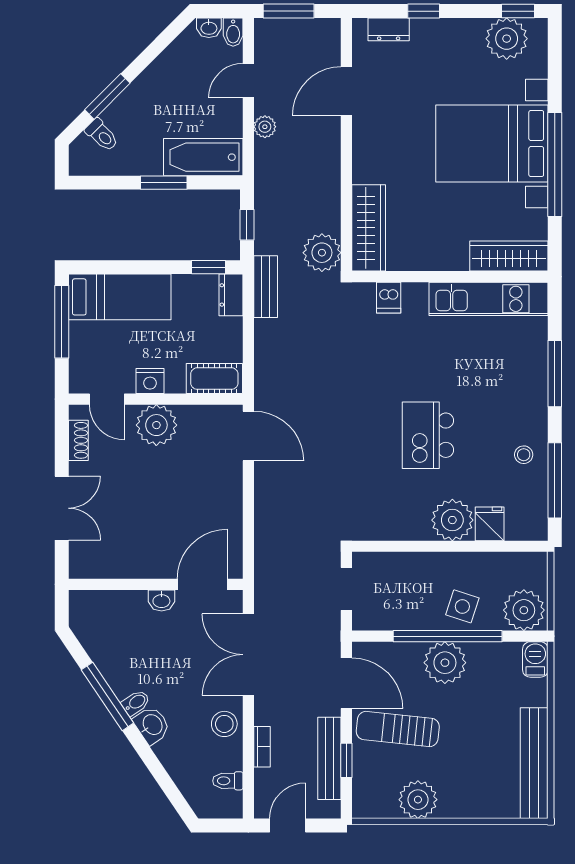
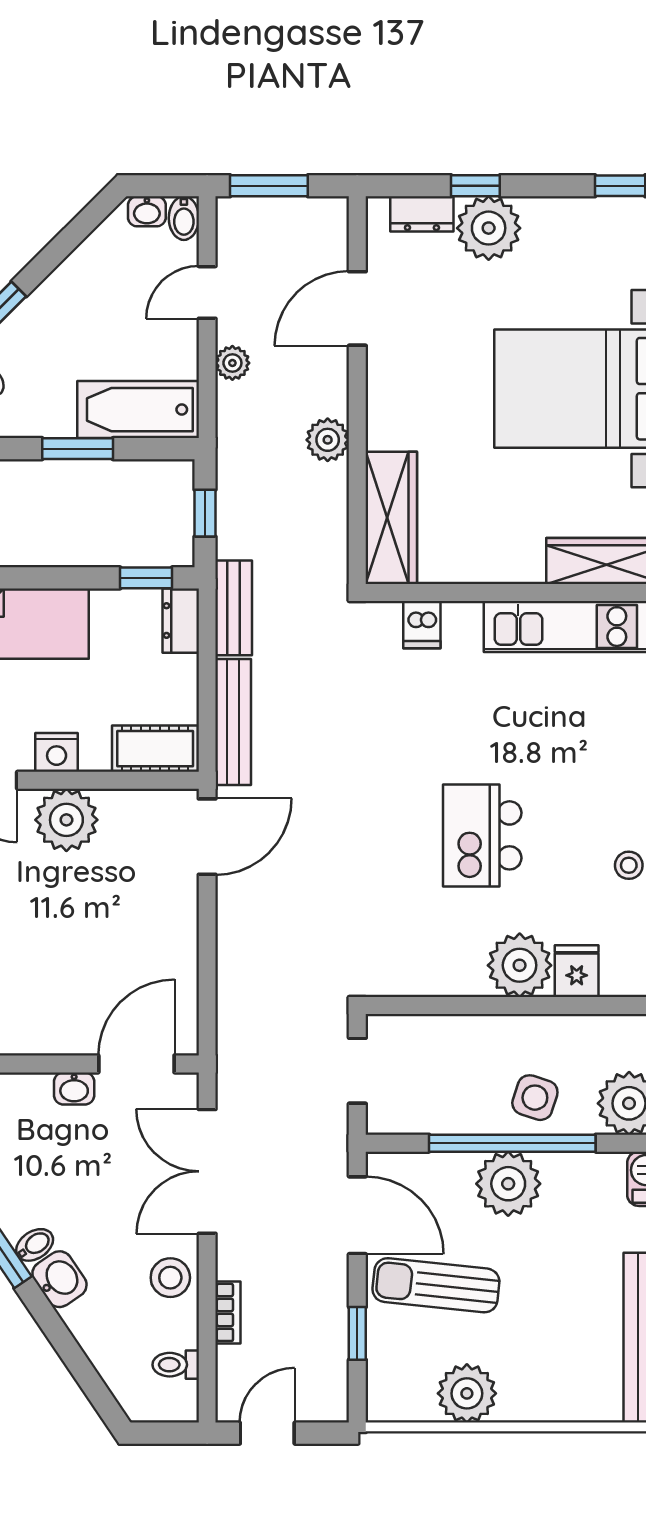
plant: (507, 39) -> (489, 228), moved
plant: (322, 253) -> (328, 440), moved, width x0.73, depth x0.73
door: (248, 436) -> (207, 837), hinge flipped
bench: (329, 758) -> (233, 722), moved

